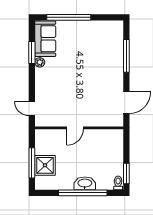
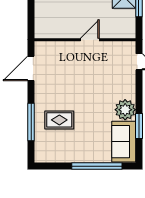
rug: (102, 58) -> (59, 120), added
plant: (40, 62) -> (125, 110), width x1.88, depth x1.88

